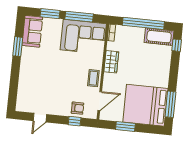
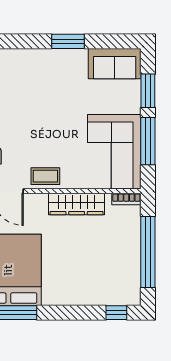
cot: (159, 37) -> (128, 281), removed
window: (18, 47) -> (68, 41), moved
wardrobe: (111, 62) -> (77, 204), width x1.50

